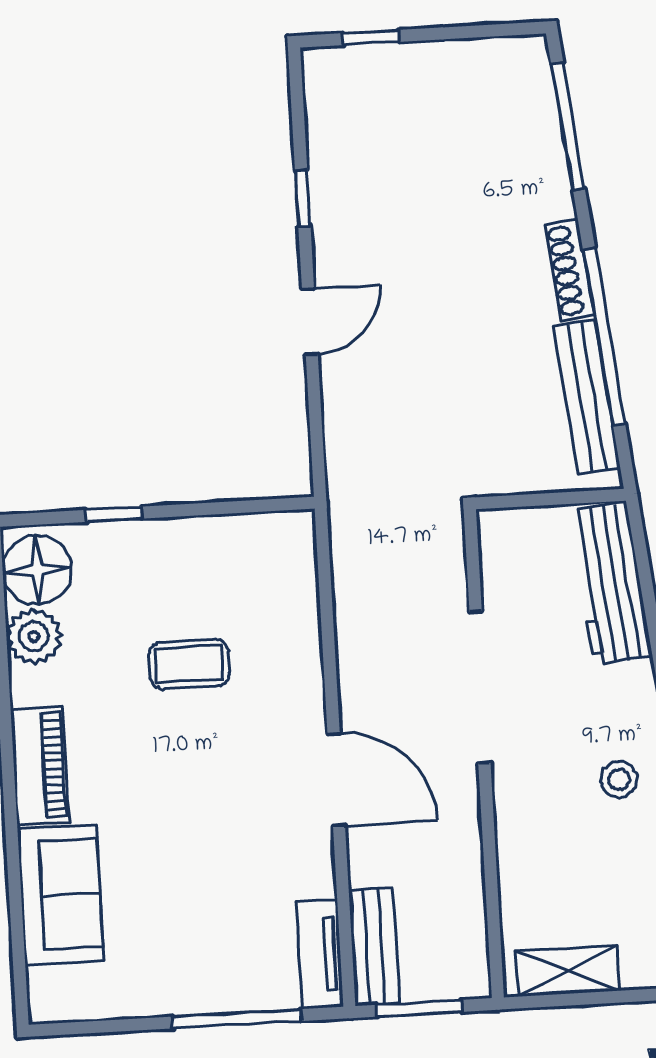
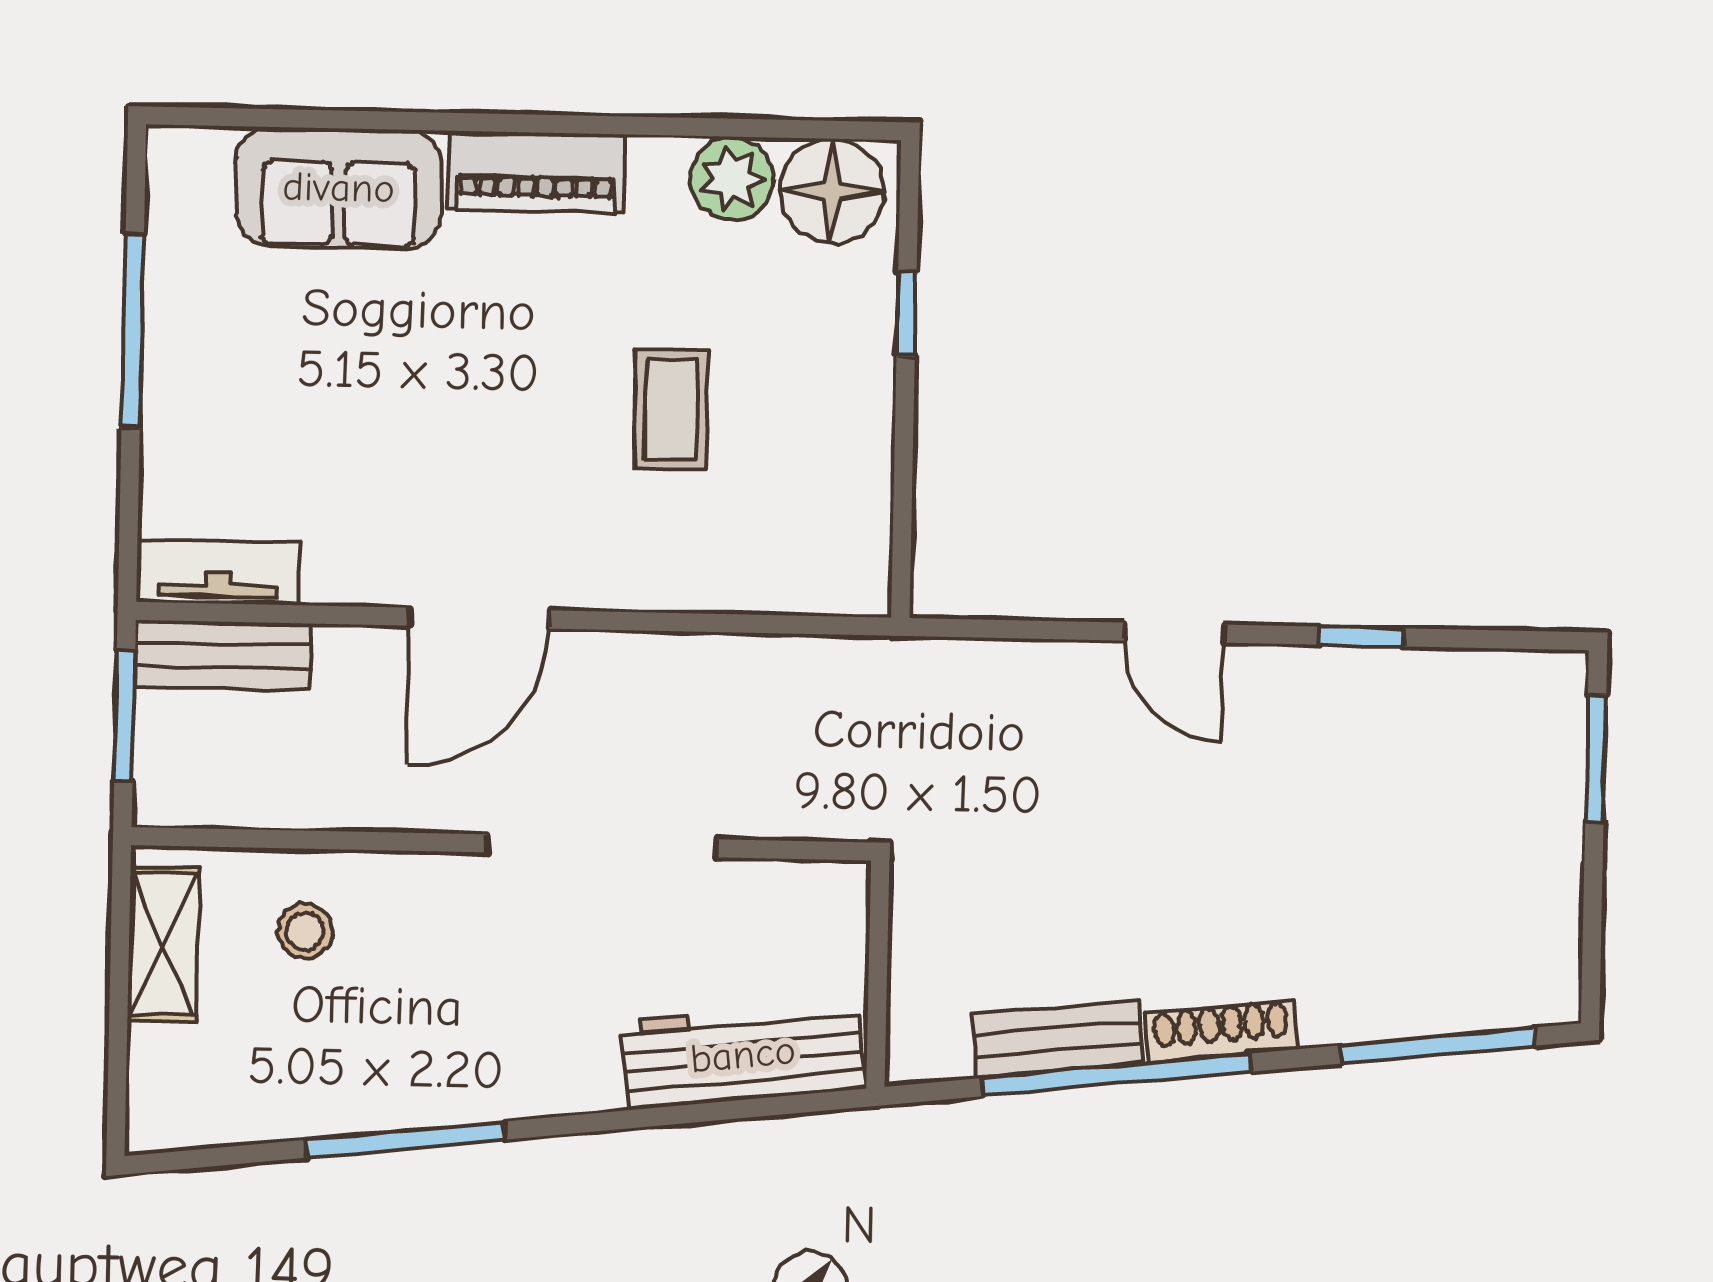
window: (371, 38) -> (1596, 758), width x1.50
bench: (587, 397) -> (1058, 1039), width x0.73
stool: (619, 779) -> (305, 931), moved
window: (237, 1019) -> (133, 330), moved

